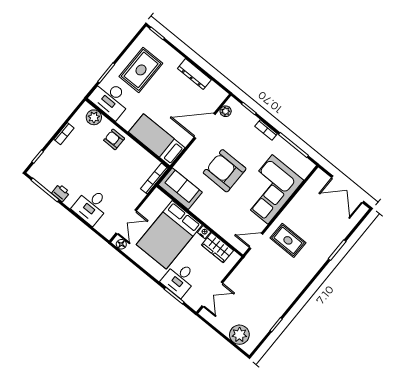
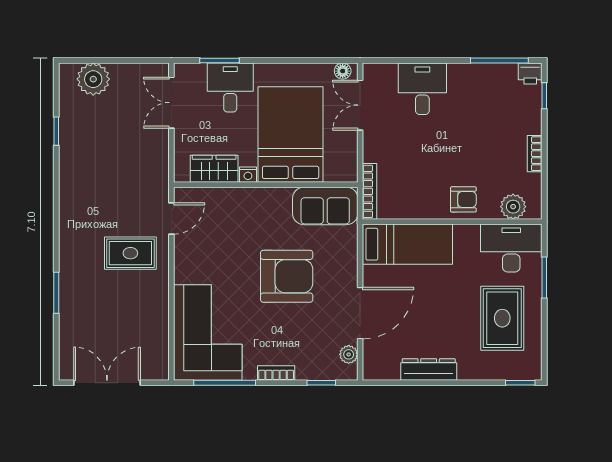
corner sofa: (270, 189) -> (208, 333), moved
printer: (61, 193) -> (530, 74), moved

